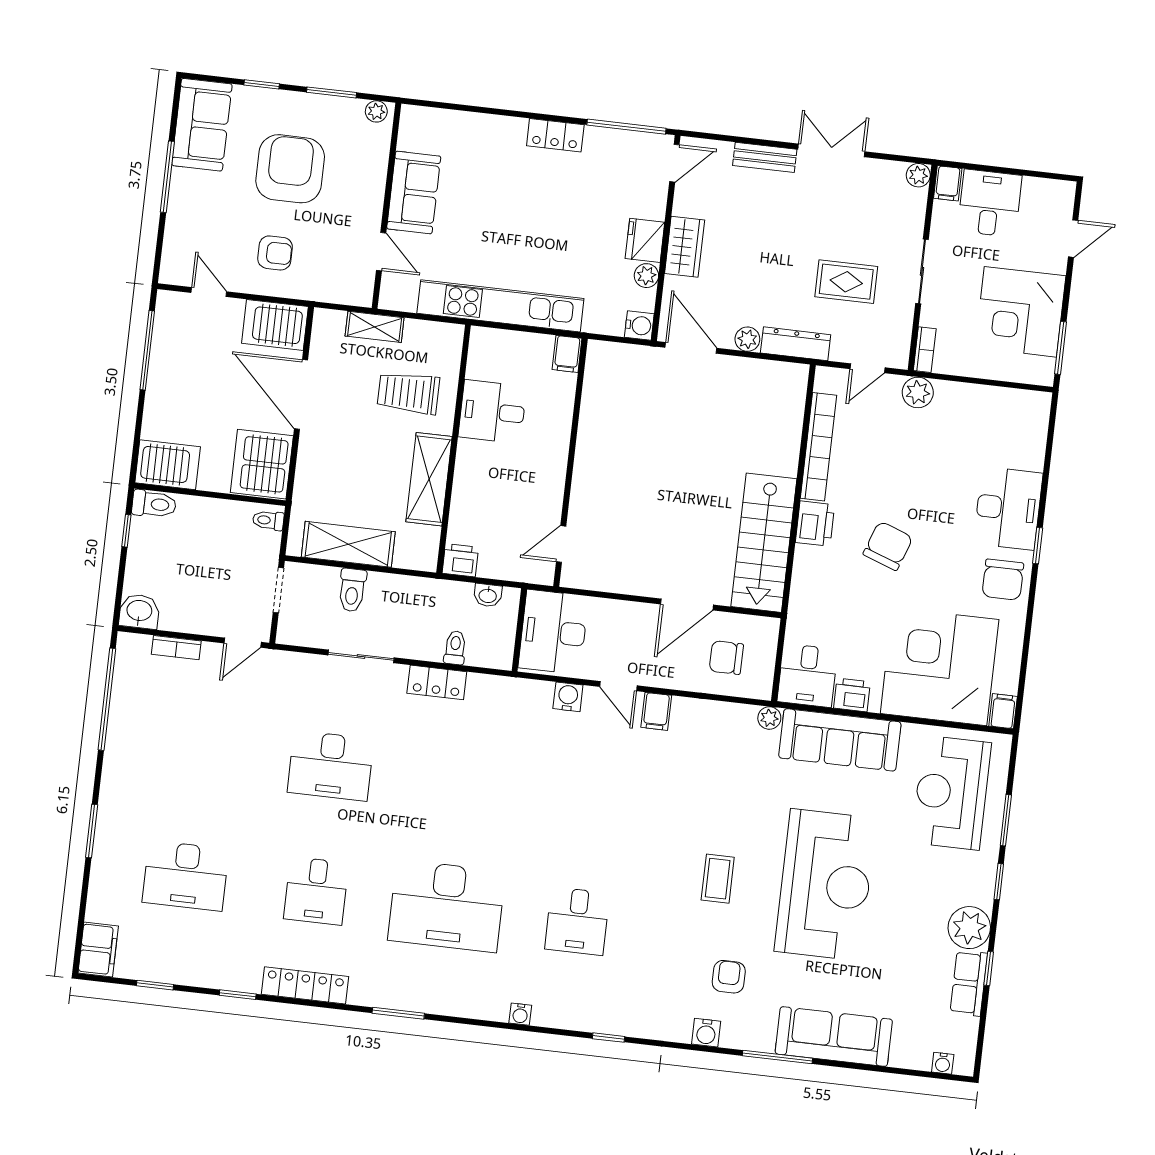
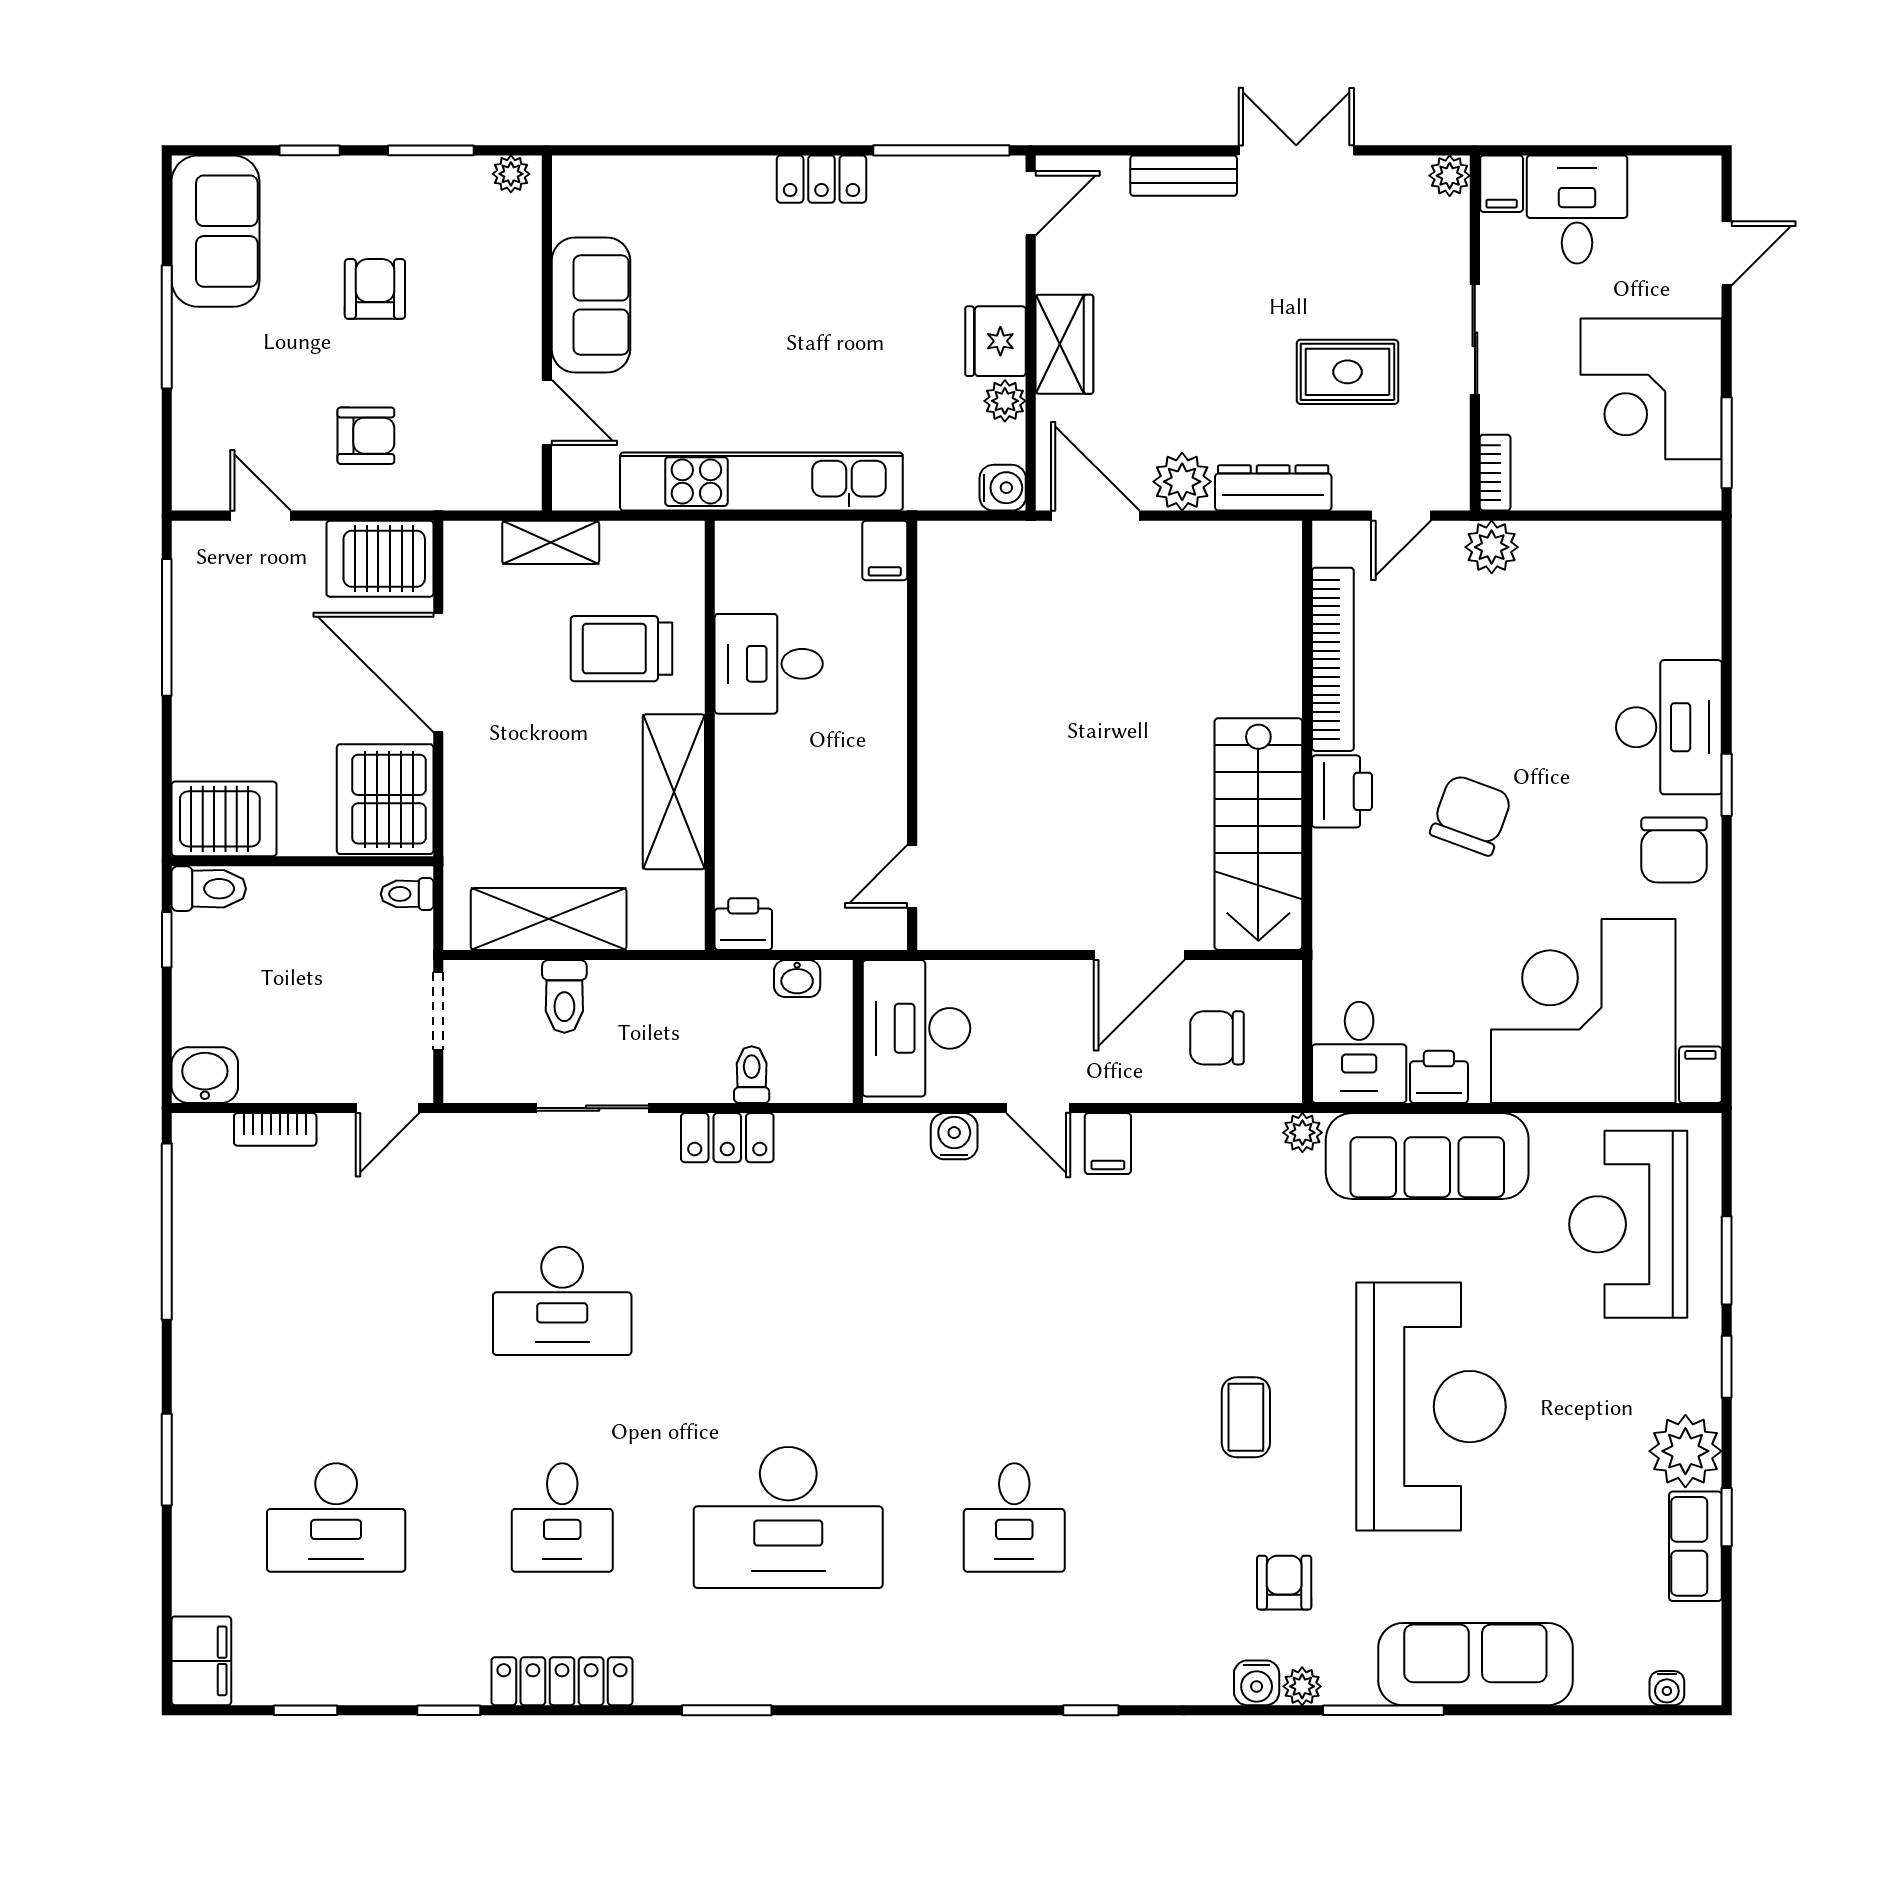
armchair: (290, 169) -> (375, 289), width x0.53, depth x0.53
plant: (747, 339) -> (1182, 482), width x1.38, depth x1.38
water cooler: (520, 1014) -> (935, 1688), removed
plant: (732, 1038) -> (1302, 1686), added

